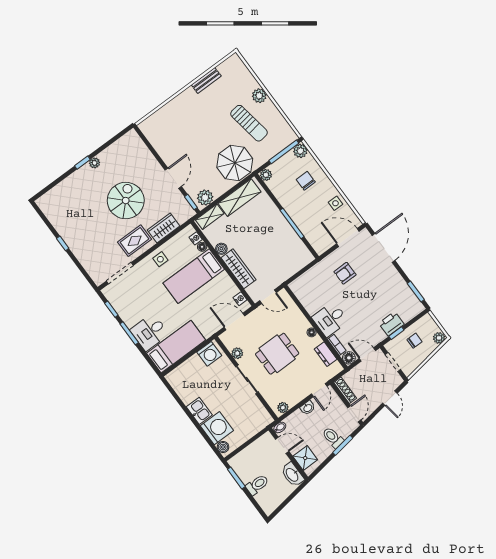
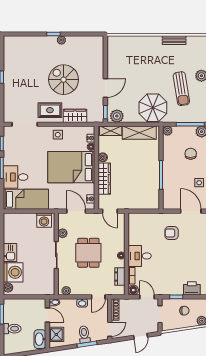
spiral stairs: (126, 201) -> (64, 80), turned -90
bed: (194, 276) -> (71, 167), width x1.50
printer: (391, 324) -> (192, 288), moved
dining table: (277, 354) -> (88, 253), turned 90

